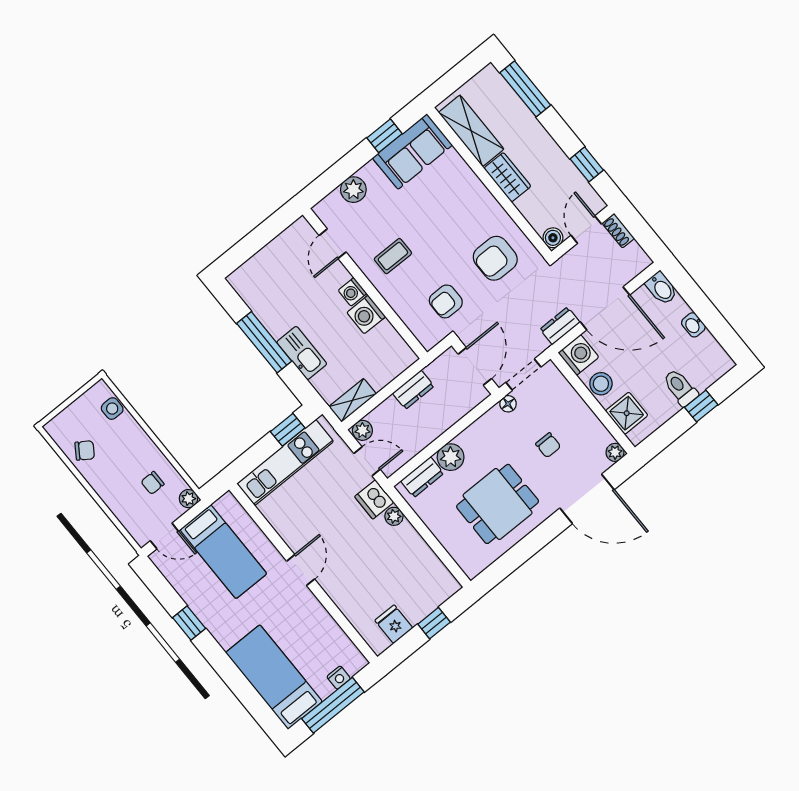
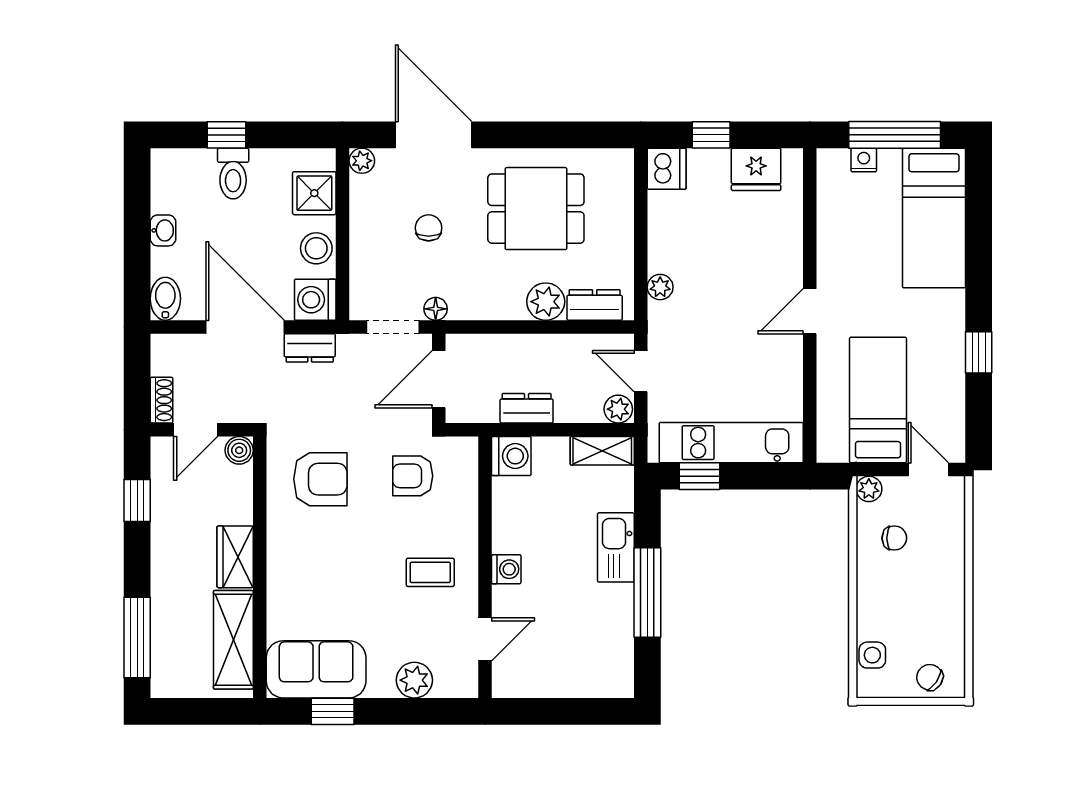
armchair: (446, 301) -> (413, 476), turned 180
washing machine: (366, 315) -> (511, 456), moved
chair: (85, 450) -> (930, 677), moved
dishwasher: (374, 499) -> (667, 169), moved
fridge: (394, 624) -> (756, 169), width x1.38

